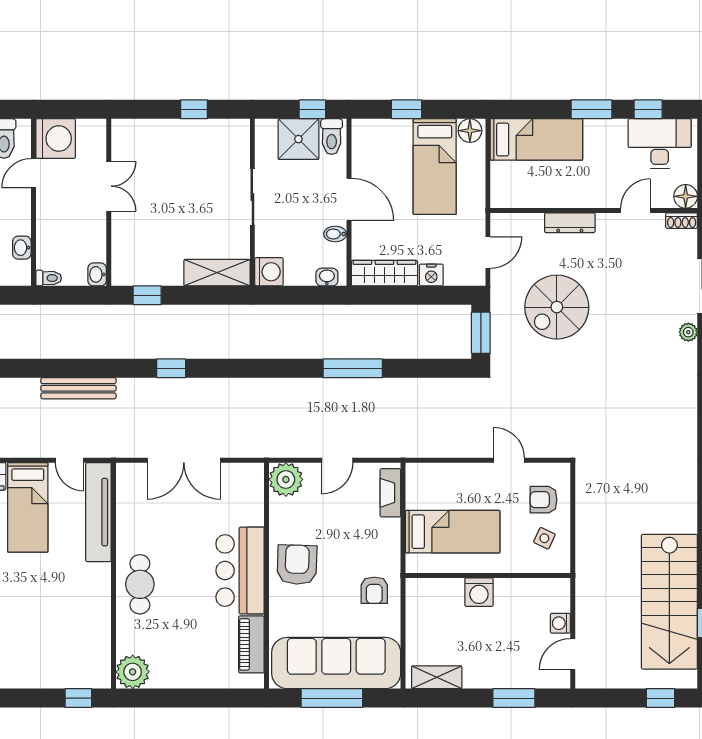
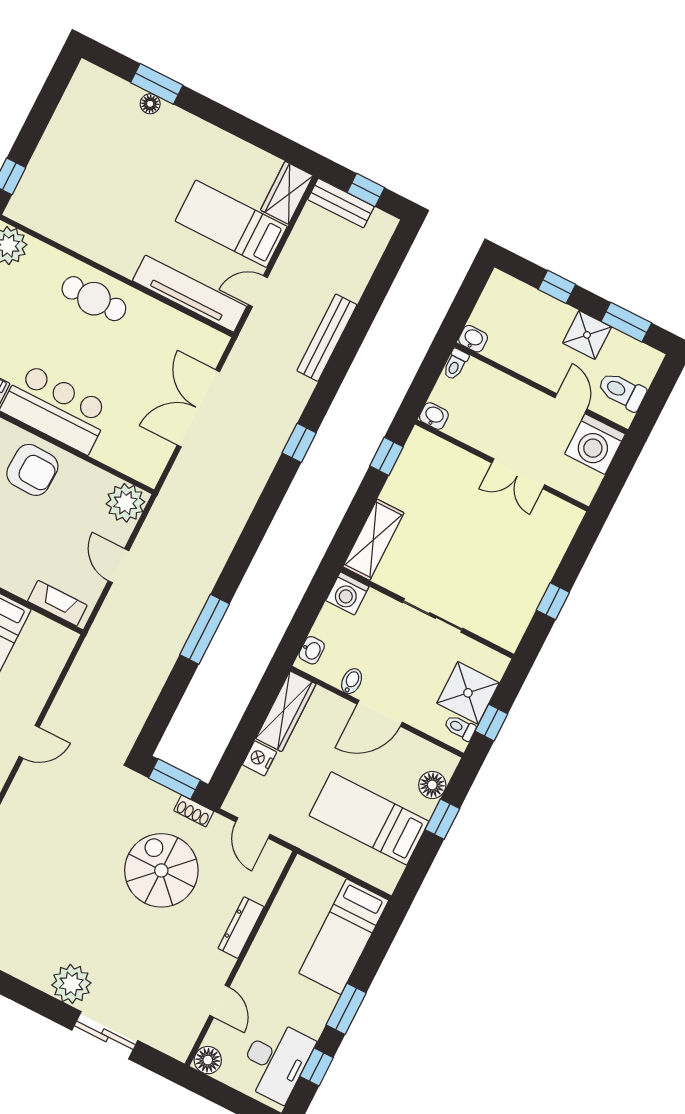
floor lamp: (470, 131) -> (432, 785), moved
toilet: (332, 137) -> (460, 728), width x0.73, depth x0.72
shoe rack: (682, 221) -> (194, 811), moved, turned -90
washbasin: (22, 248) -> (473, 339), moved
plant: (688, 332) -> (71, 984), width x1.87, depth x1.87

